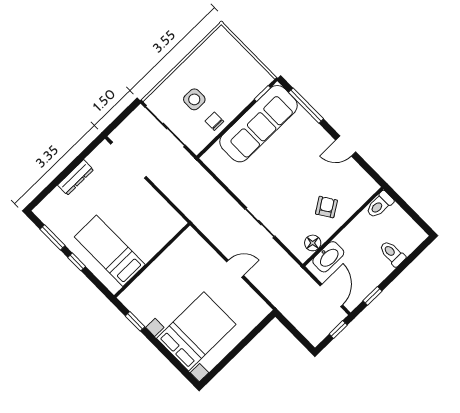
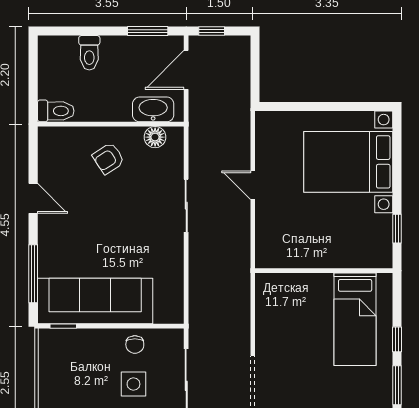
window: (372, 296) -> (148, 31), width x1.50

